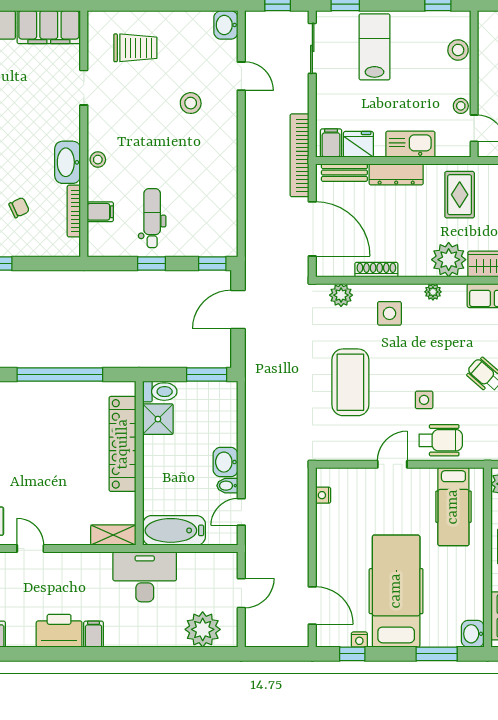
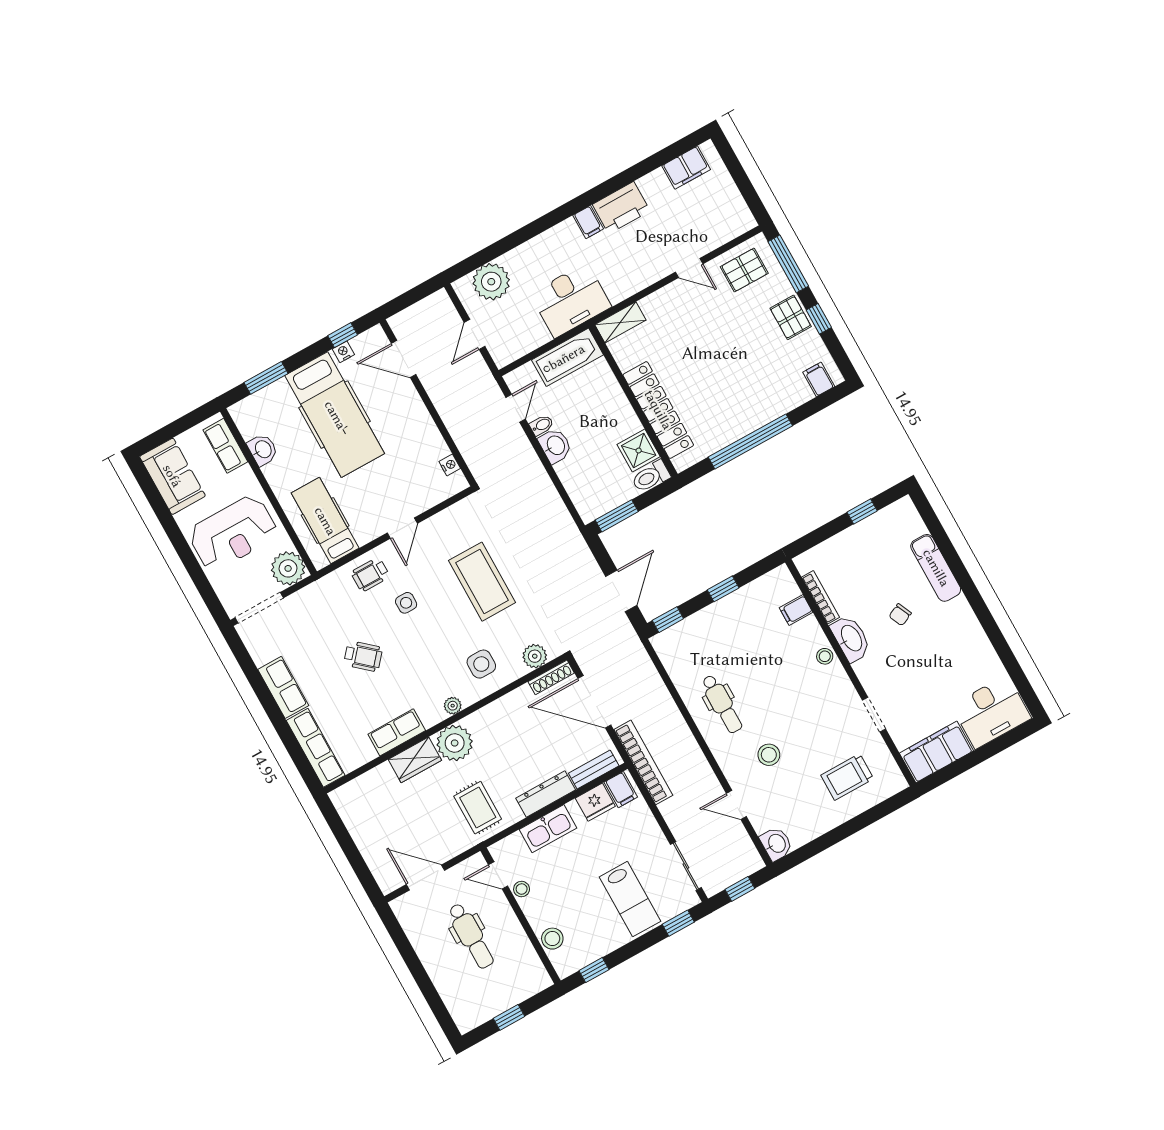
chair: (19, 208) -> (900, 615), moved
dental chair: (152, 218) -> (722, 704), moved
shoe rack: (376, 270) -> (551, 677), moved
wheelchair: (441, 440) -> (370, 574), width x0.73, depth x0.73
washbasin: (473, 634) -> (263, 450), moved

